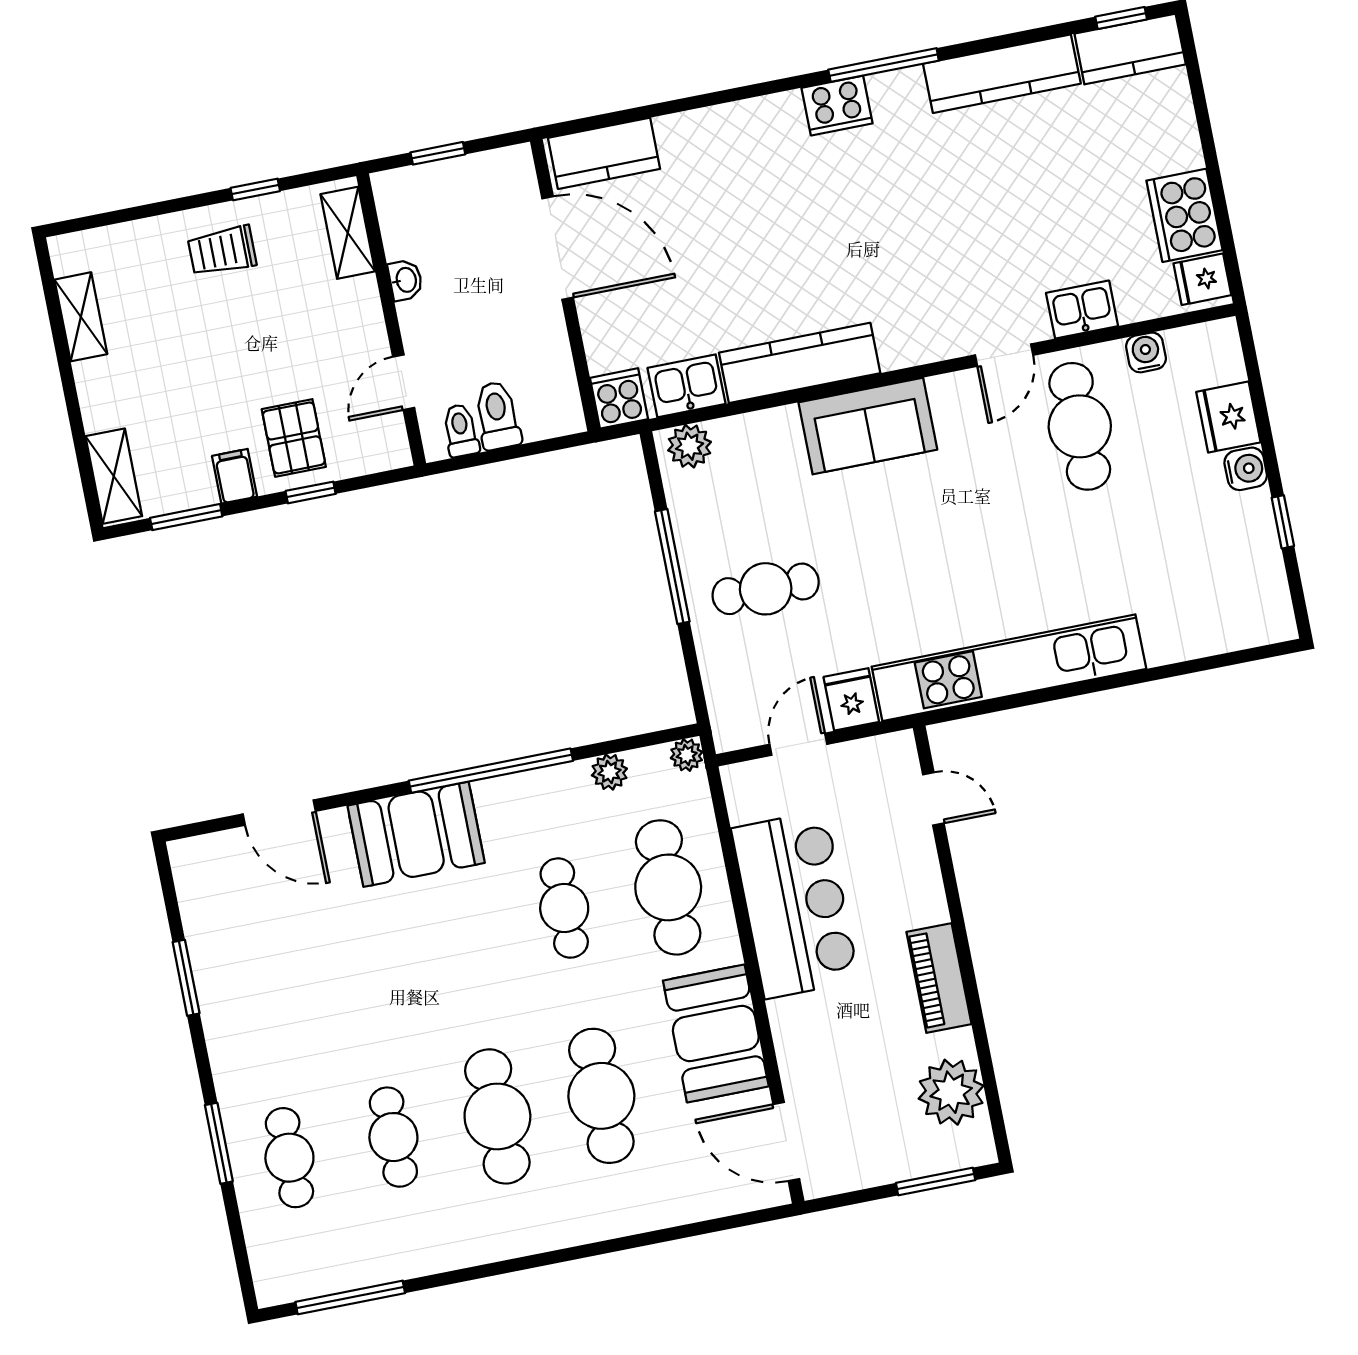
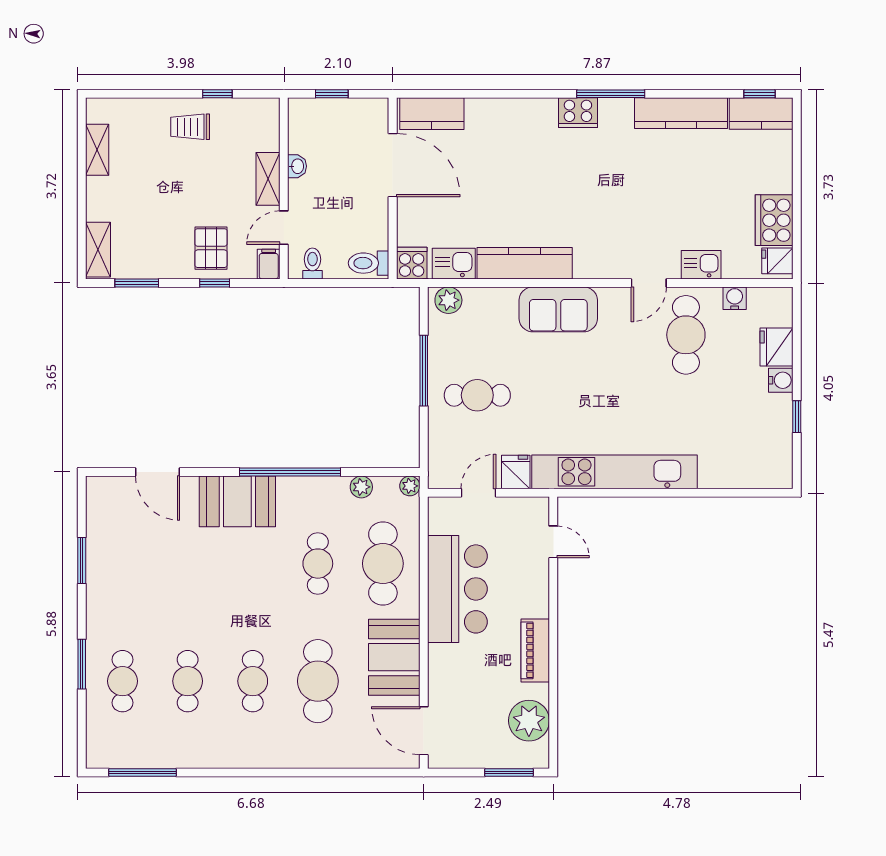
shelving: (348, 233) -> (268, 179), moved
toilet: (497, 416) -> (369, 263), moved, turned -90
filing cabinet: (235, 476) -> (269, 264), moved
cafe table: (497, 1116) -> (253, 681), width x0.73, depth x0.74

